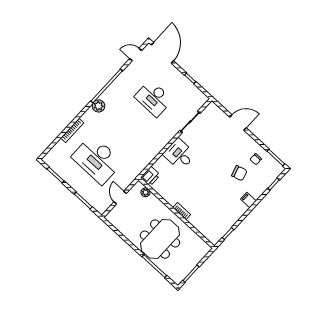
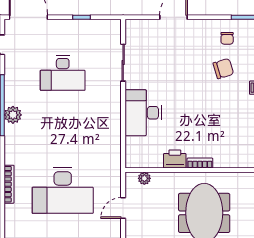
plant: (99, 106) -> (13, 115), moved
desk: (179, 154) -> (143, 113), width x1.37
printer: (150, 176) -> (175, 159), moved, turned -90
door: (120, 198) -> (123, 208), hinge flipped

